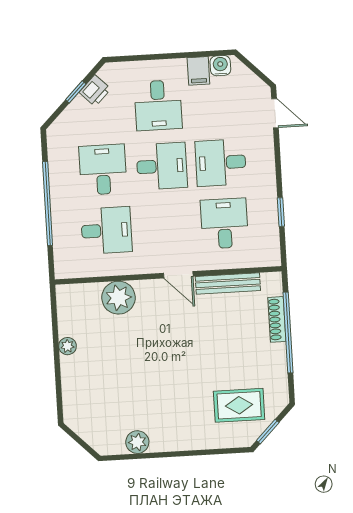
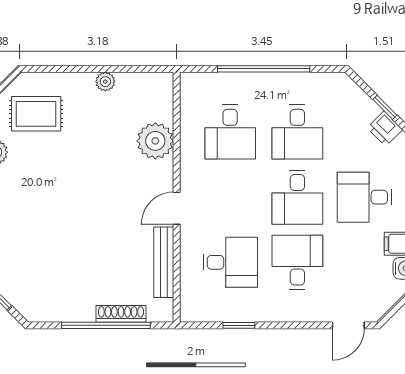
desk: (103, 170) -> (297, 132), turned 90
rug: (239, 405) -> (36, 114), moved, turned 90

